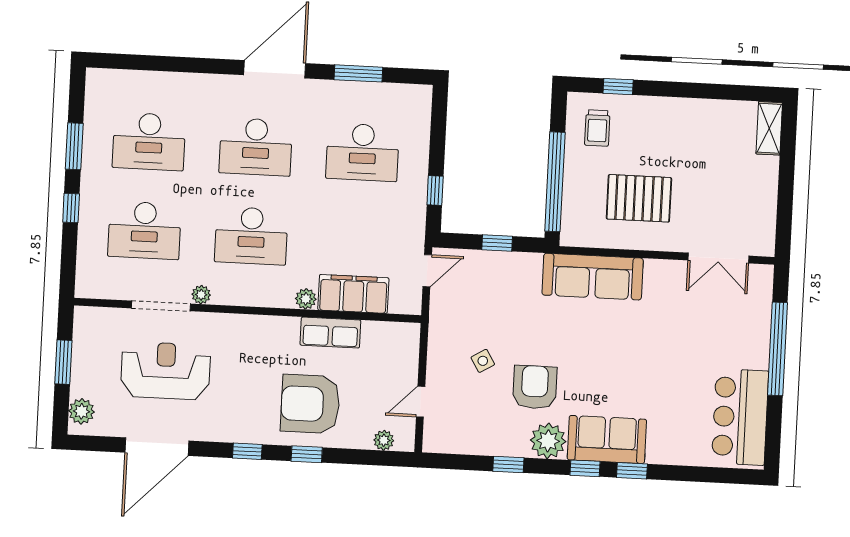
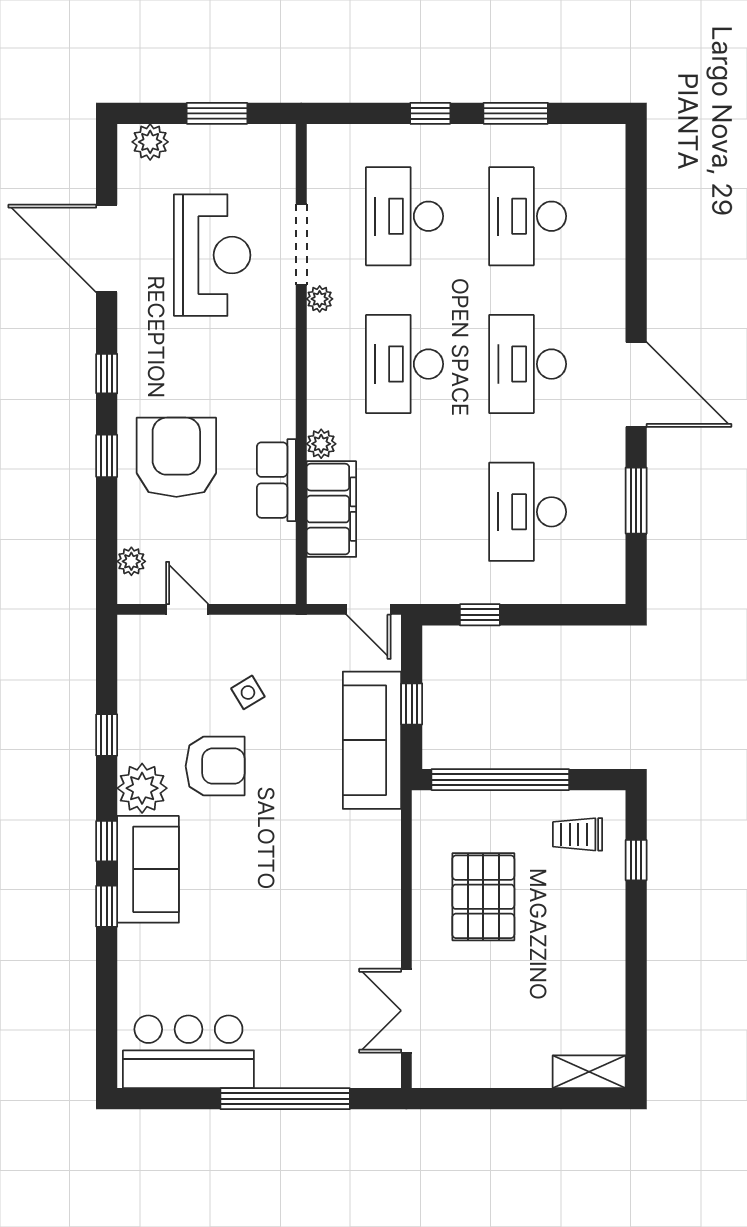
sofa: (593, 277) -> (372, 740), moved

